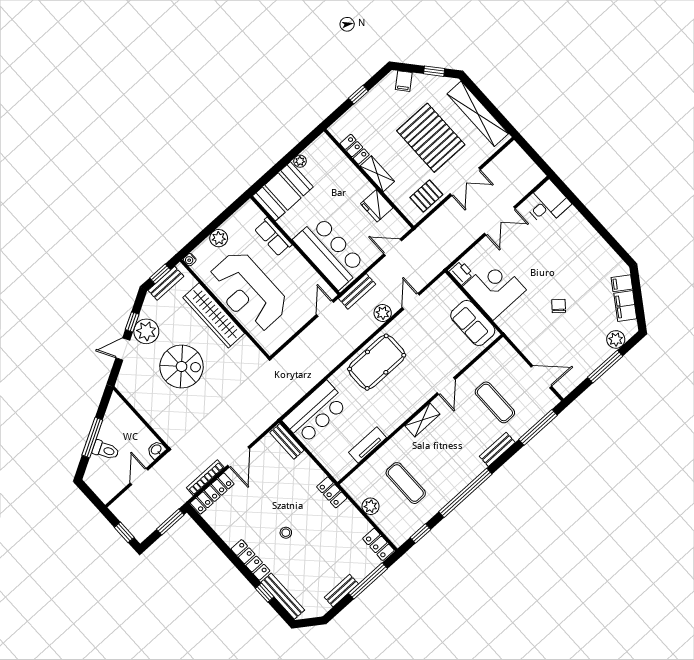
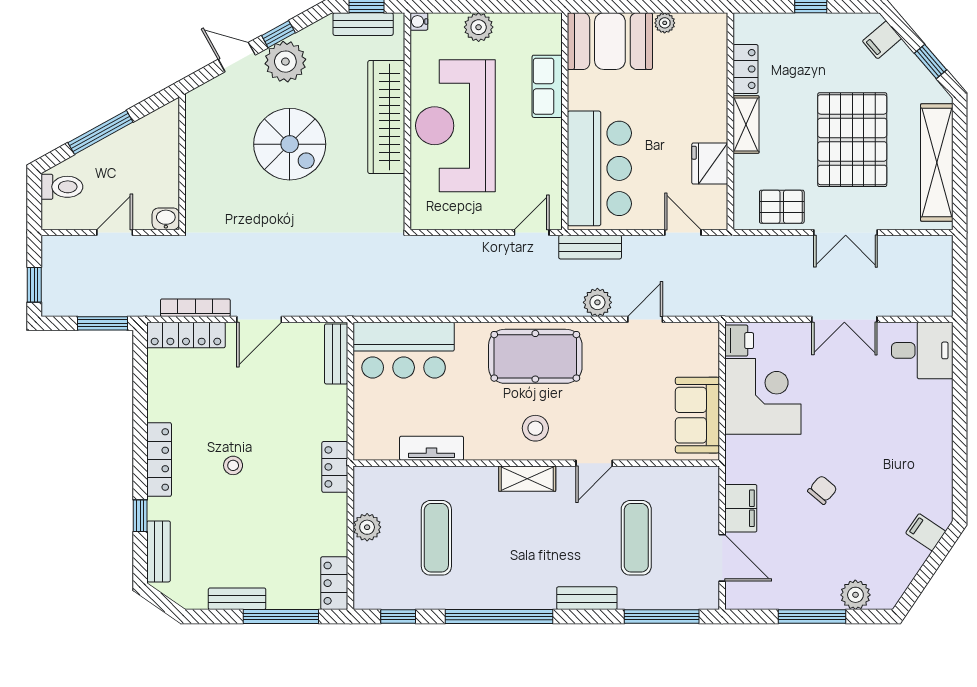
filing cabinet: (625, 306) -> (741, 508), moved, turned 146
stool: (406, 394) -> (535, 428), added
toilet: (106, 450) -> (62, 187), moved, turned -61
bench: (283, 596) -> (159, 551), width x0.73

